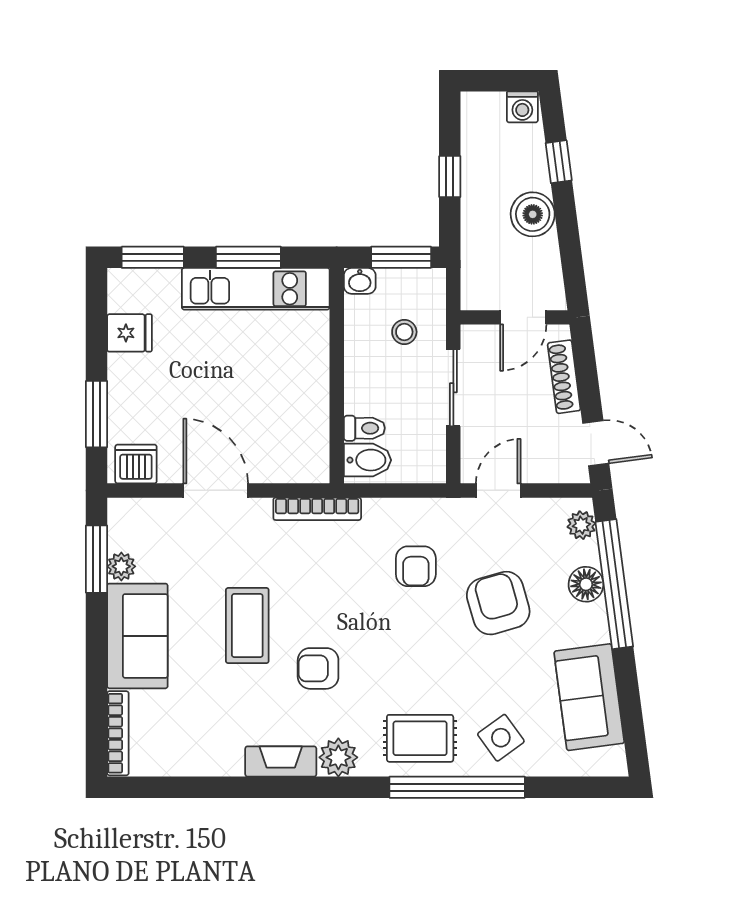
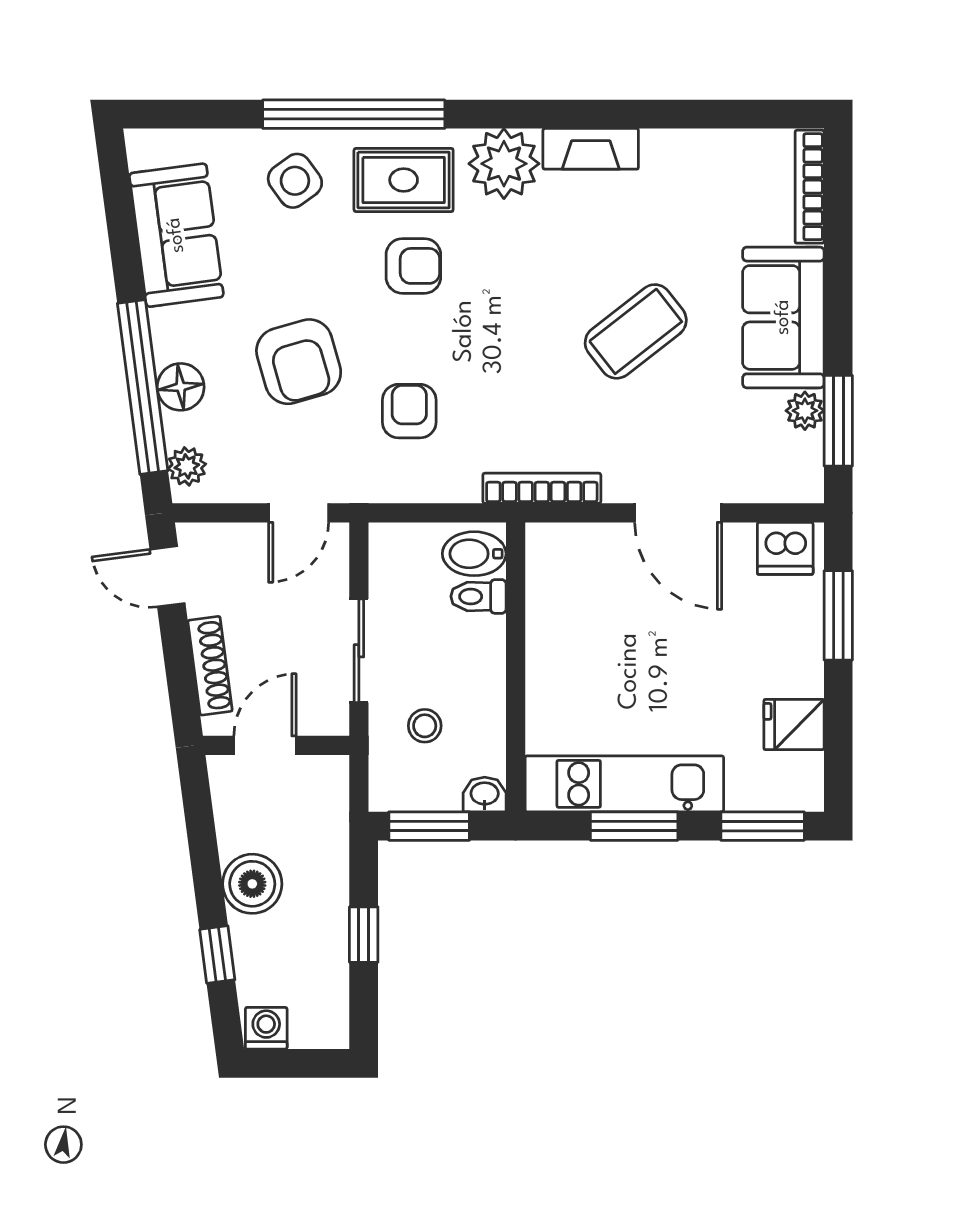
coffee table: (247, 626) -> (636, 331), turned 52
armchair: (318, 668) -> (413, 266), moved
plant: (338, 757) -> (504, 164), width x1.36, depth x1.36

